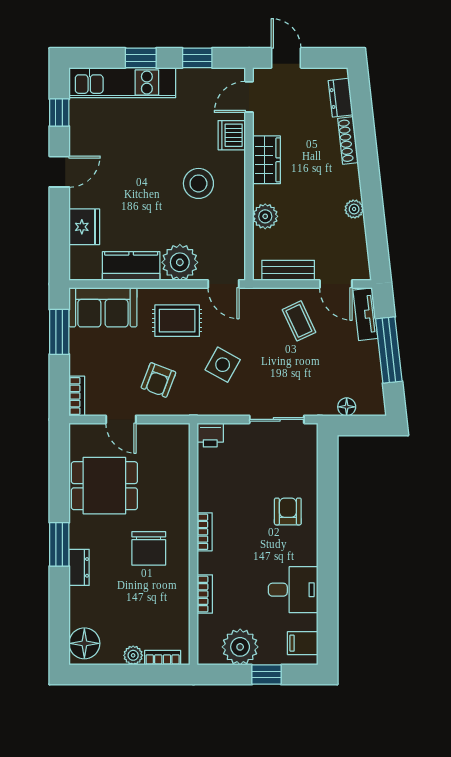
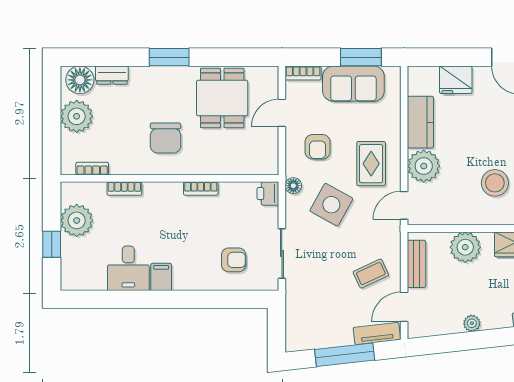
plant: (265, 216) -> (465, 247), width x1.36, depth x1.36
sofa: (103, 307) -> (353, 84), moved, turned -90
side table: (223, 365) -> (331, 205), width x1.37, depth x1.37
armchair: (158, 380) -> (318, 147), turned -111
floor lamp: (347, 407) -> (293, 186), moved
armchair: (288, 511) -> (234, 260), moved
bookcase: (205, 532) -> (201, 188), moved
chair: (149, 548) -> (166, 138), turned -90
dresser: (79, 567) -> (112, 75), moved
filing cabinet: (303, 643) -> (161, 277), moved
plant: (133, 655) -> (77, 116), width x1.87, depth x1.87
bookcase: (163, 658) -> (92, 169), moved, turned -90

